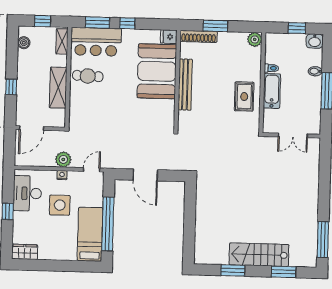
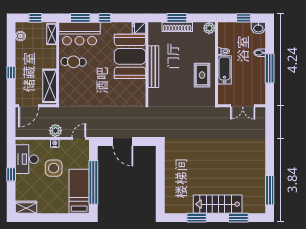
shoe rack: (199, 36) -> (177, 27), moved
shelving: (58, 88) -> (50, 86), moved

